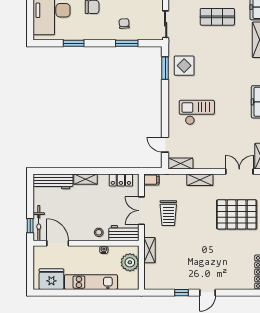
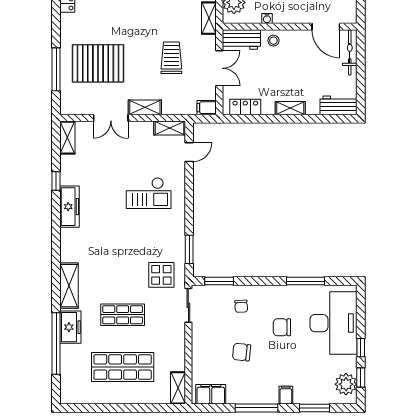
window: (74, 43) -> (305, 281), width x1.44
window: (127, 43) -> (219, 281), moved
display table: (184, 66) -> (161, 275), moved
door: (165, 145) -> (189, 152), hinge flipped
double door: (239, 172) -> (111, 118), moved
workbench: (53, 181) -> (339, 105), width x0.73
trolley: (168, 213) -> (171, 58), moved
window: (30, 226) -> (361, 49), removed

